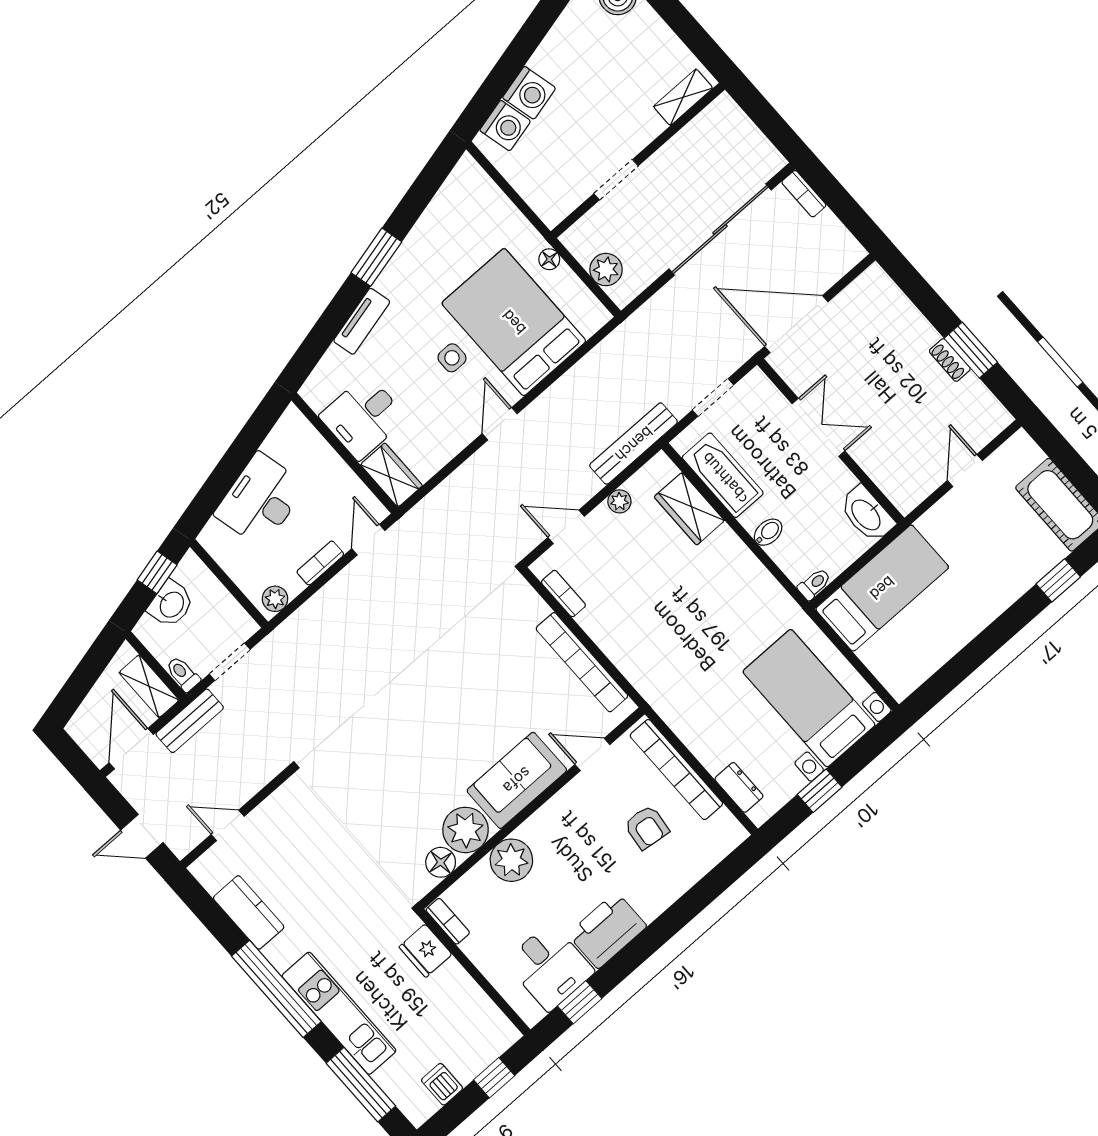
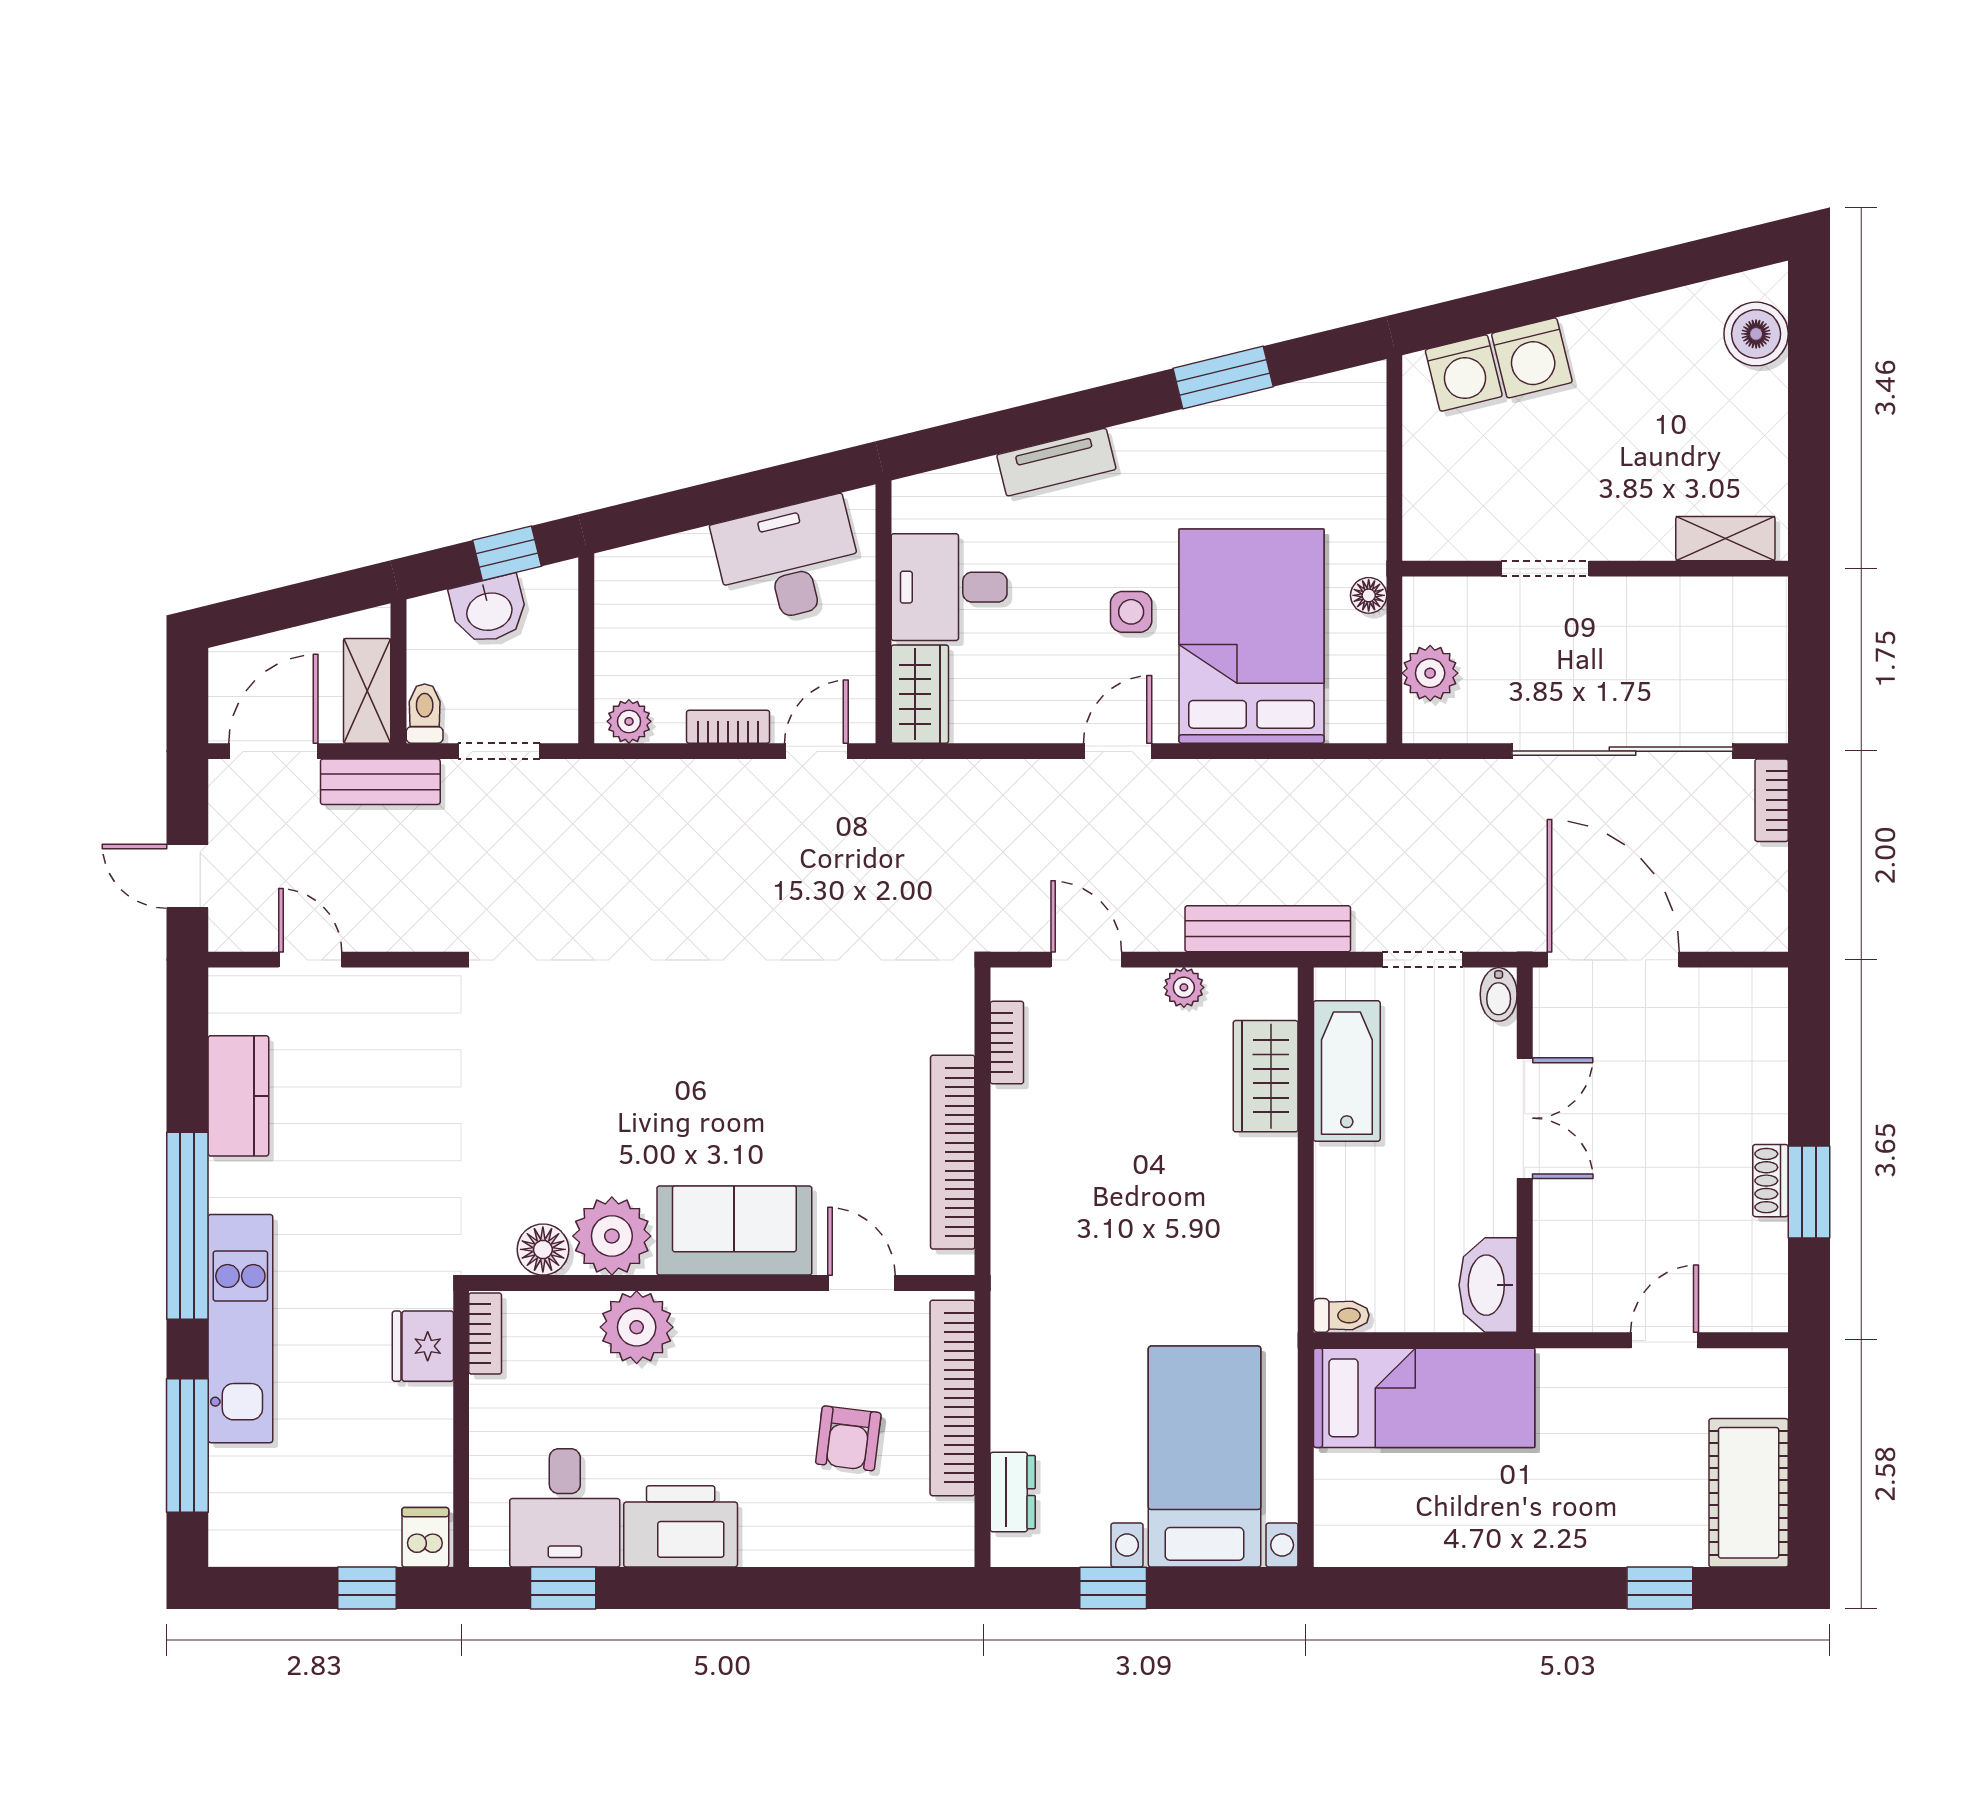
window: (376, 257) -> (1223, 378), moved
desk: (260, 500) -> (788, 561), moved
bidet: (768, 532) -> (1499, 994), moved, turned 90
dishwasher: (442, 1084) -> (425, 1537), moved

